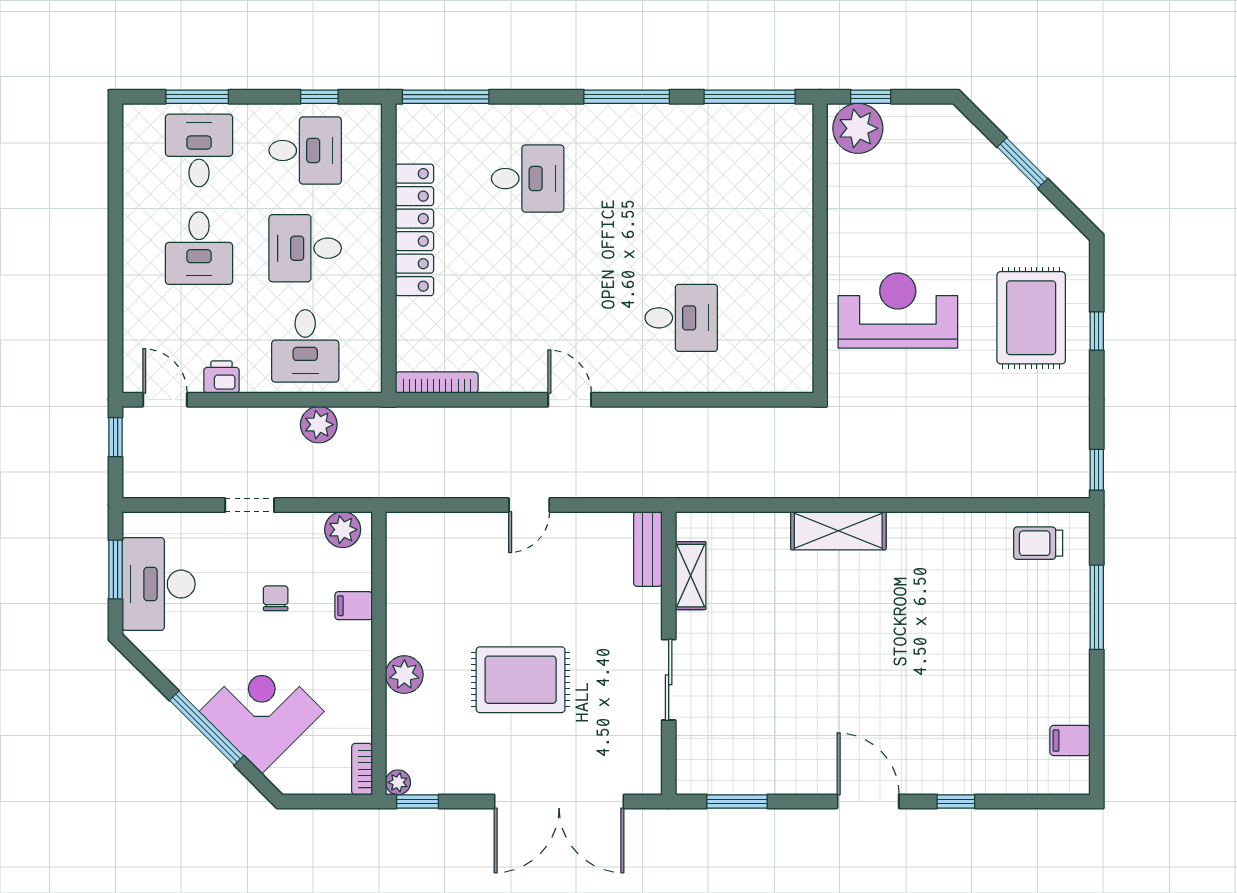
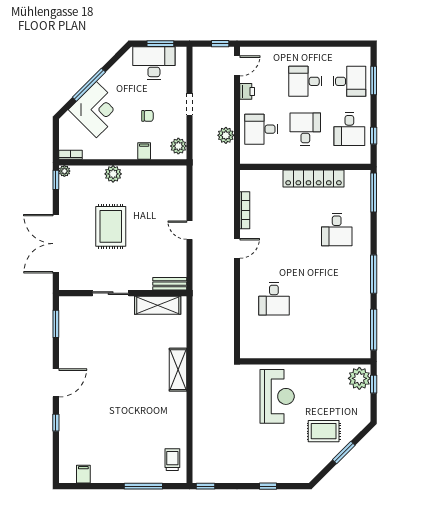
rug: (1031, 318) -> (324, 431), moved, width x0.73, depth x0.70
bookcase: (437, 383) -> (245, 210), moved
shelving: (691, 576) -> (158, 305), width x1.50, depth x1.33

